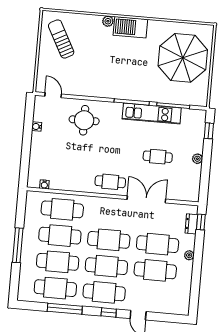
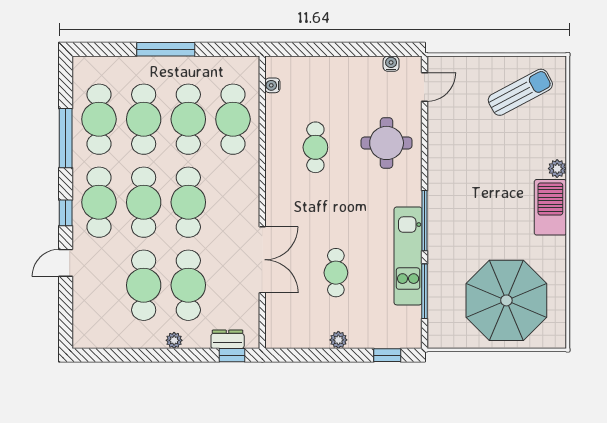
water cooler: (37, 127) -> (391, 64), moved
cafe table: (110, 182) -> (315, 147), moved

